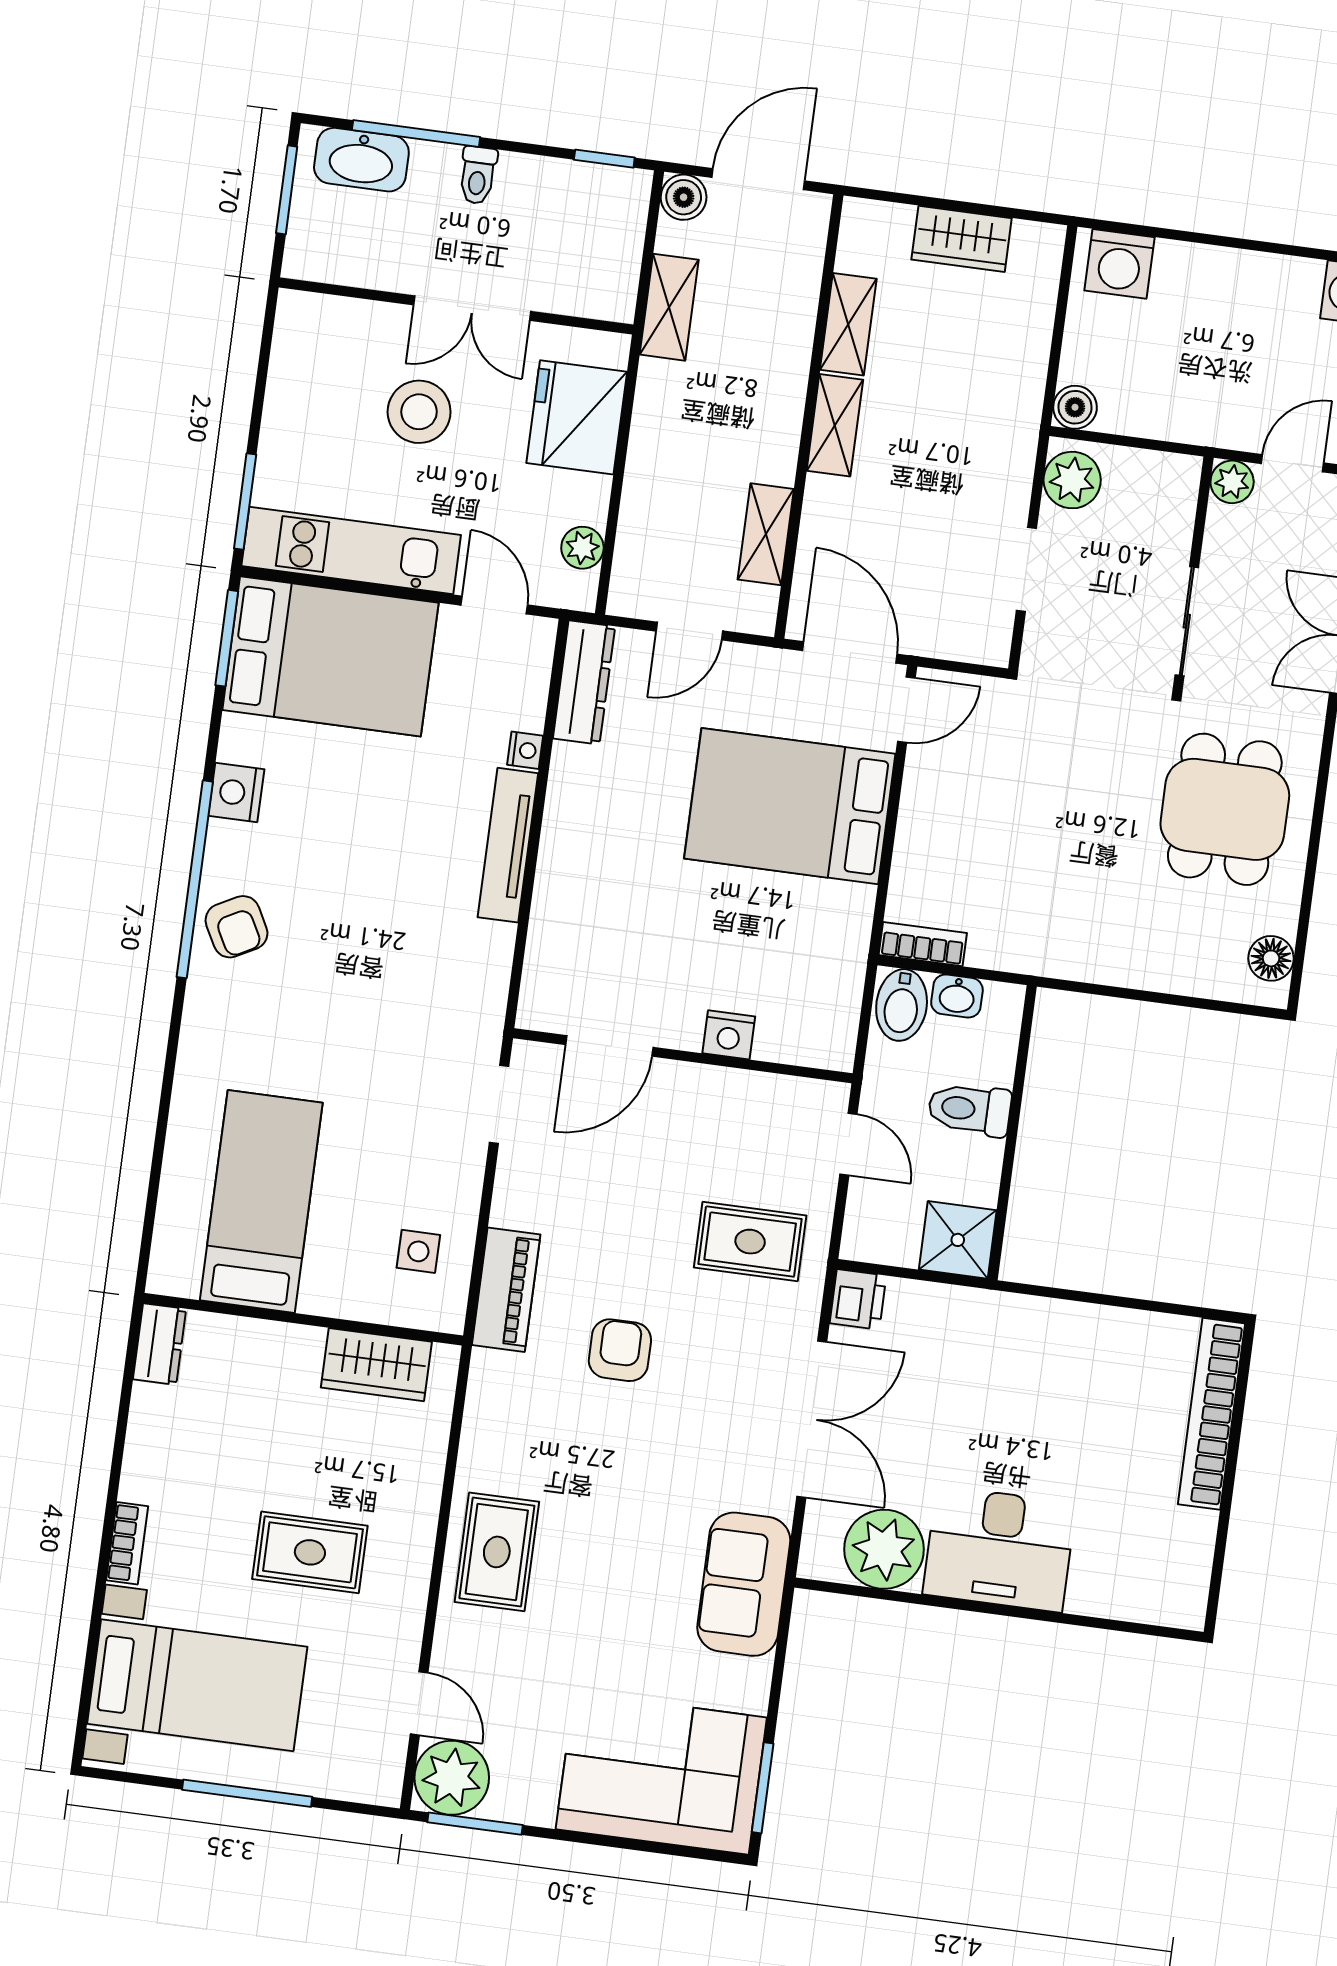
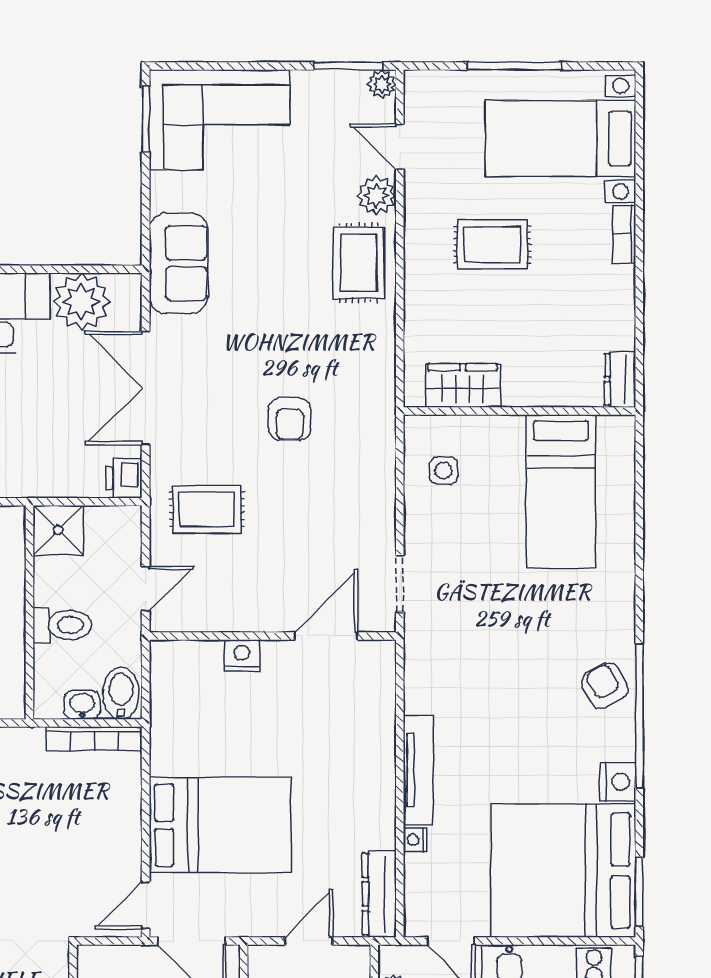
bed: (330, 656) -> (563, 871), width x1.36
bookcase: (923, 944) -> (94, 739), width x1.56
door: (848, 1144) -> (146, 589), swing flipped
piano: (506, 1290) -> (377, 451), removed
plant: (460, 1641) -> (377, 195), added
plant: (452, 1778) -> (382, 84), width x0.53, depth x0.53

